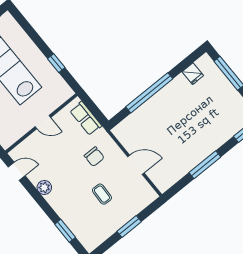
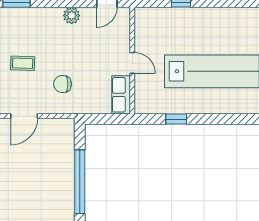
row of seats: (86, 118) -> (121, 95), moved, turned -90
door: (43, 122) -> (132, 63), swing flipped

